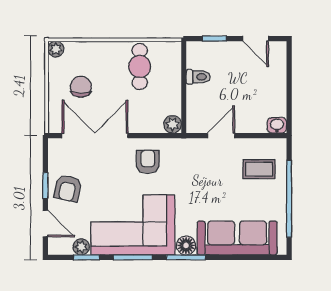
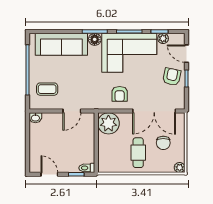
cafe table: (140, 67) -> (138, 153), moved
toilet: (198, 77) -> (87, 168), moved
plant: (173, 124) -> (108, 123), width x1.87, depth x1.87

